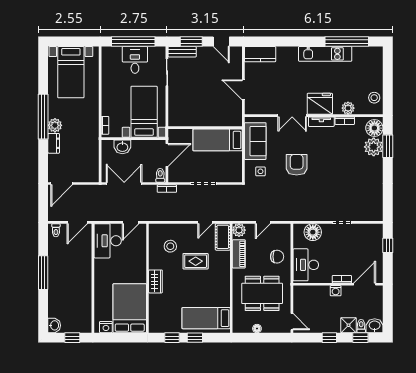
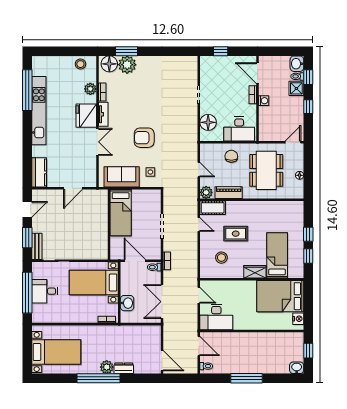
kitchen unit: (325, 54) -> (39, 111), width x1.36
rug: (196, 261) -> (236, 234), turned 90
bed: (206, 318) -> (277, 255), moved, turned 180

